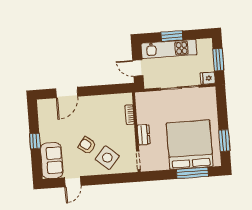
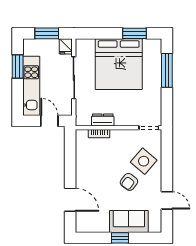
window: (172, 36) -> (18, 67), moved
door: (138, 68) -> (49, 121), swing flipped
dresser: (144, 135) -> (103, 120), moved
bed: (190, 145) -> (119, 64), moved, turned -90
sofa: (52, 160) -> (129, 222), moved

